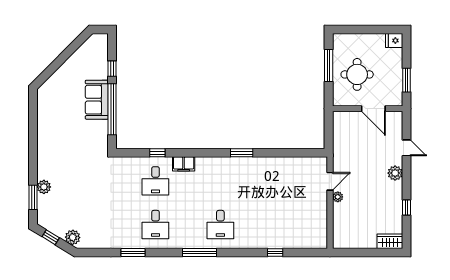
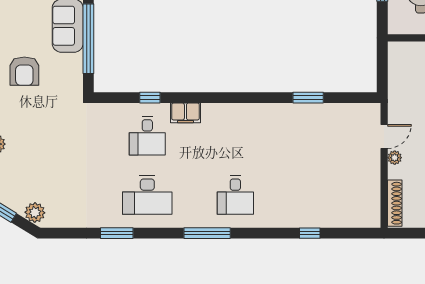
armchair: (65, 133) -> (24, 71), added
window: (242, 153) -> (308, 98), moved
desk: (155, 224) -> (147, 195), width x1.37
shoe rack: (338, 230) -> (395, 203), added

